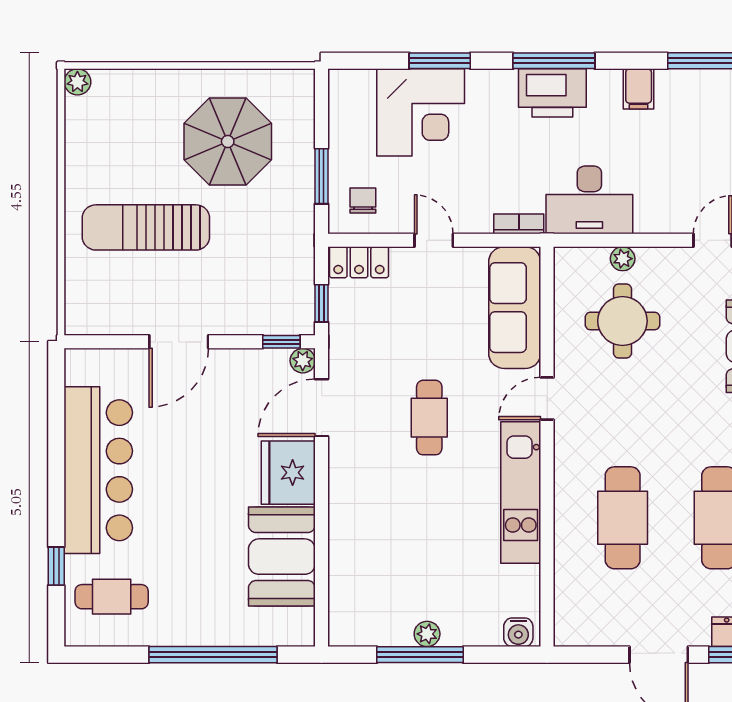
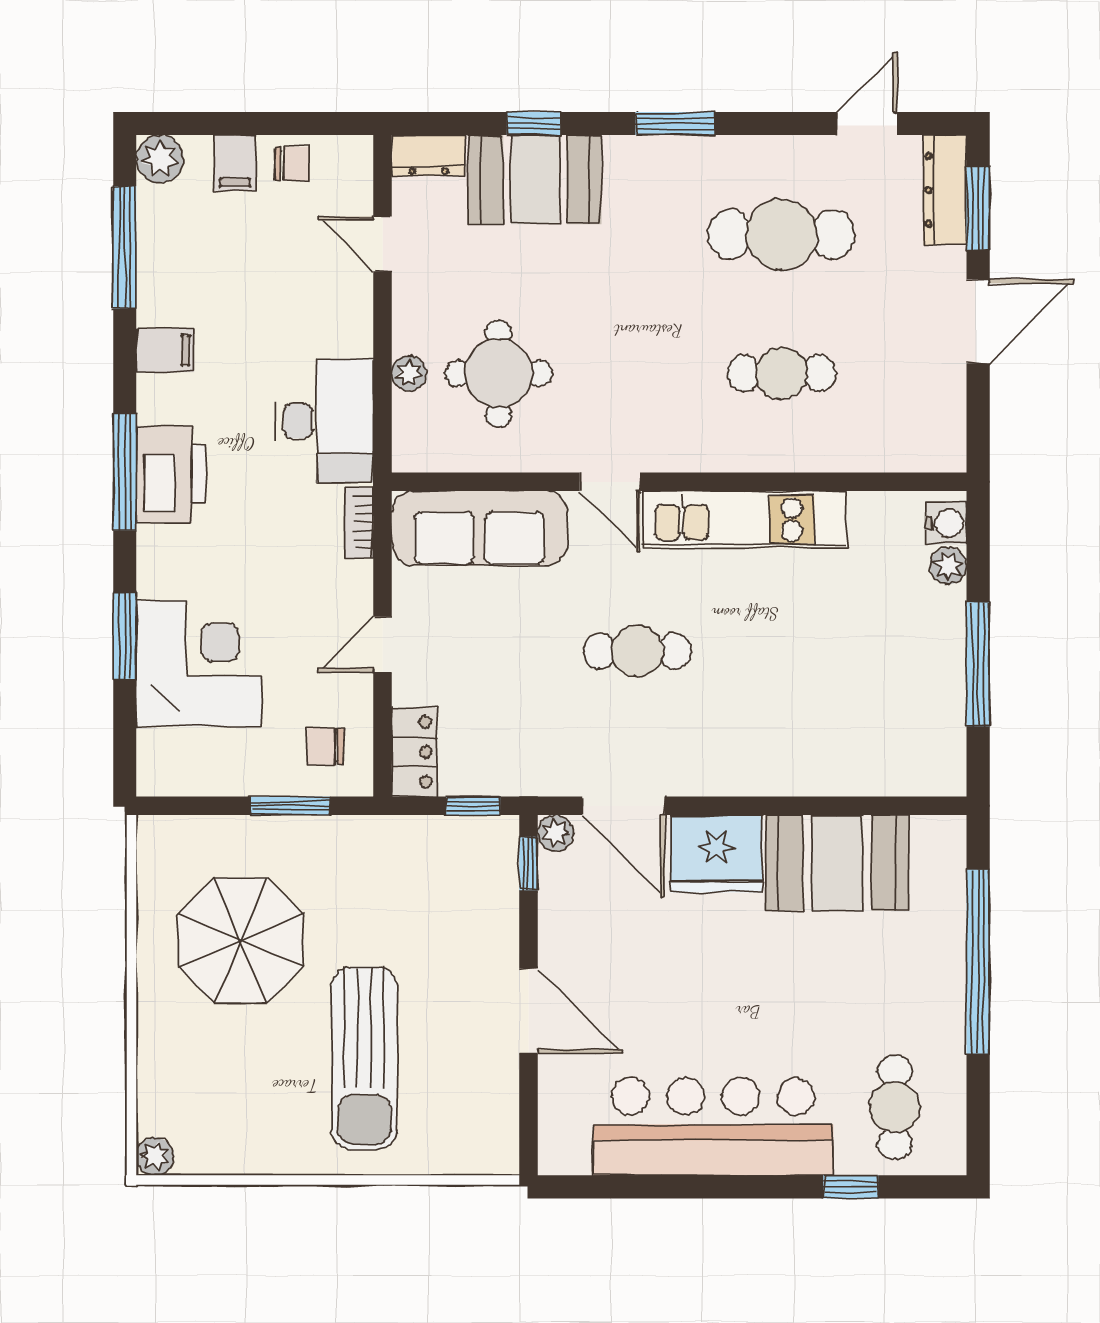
cafe table: (623, 518) -> (781, 373), width x0.73, depth x0.74
plant: (427, 634) -> (948, 566), moved

